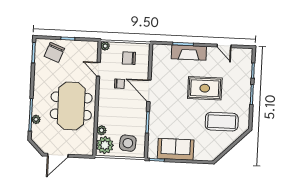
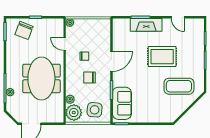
chair: (129, 58) -> (90, 78), moved
door: (149, 91) -> (111, 61), swing flipped
sofa: (176, 149) -> (122, 103), moved, turned 90

